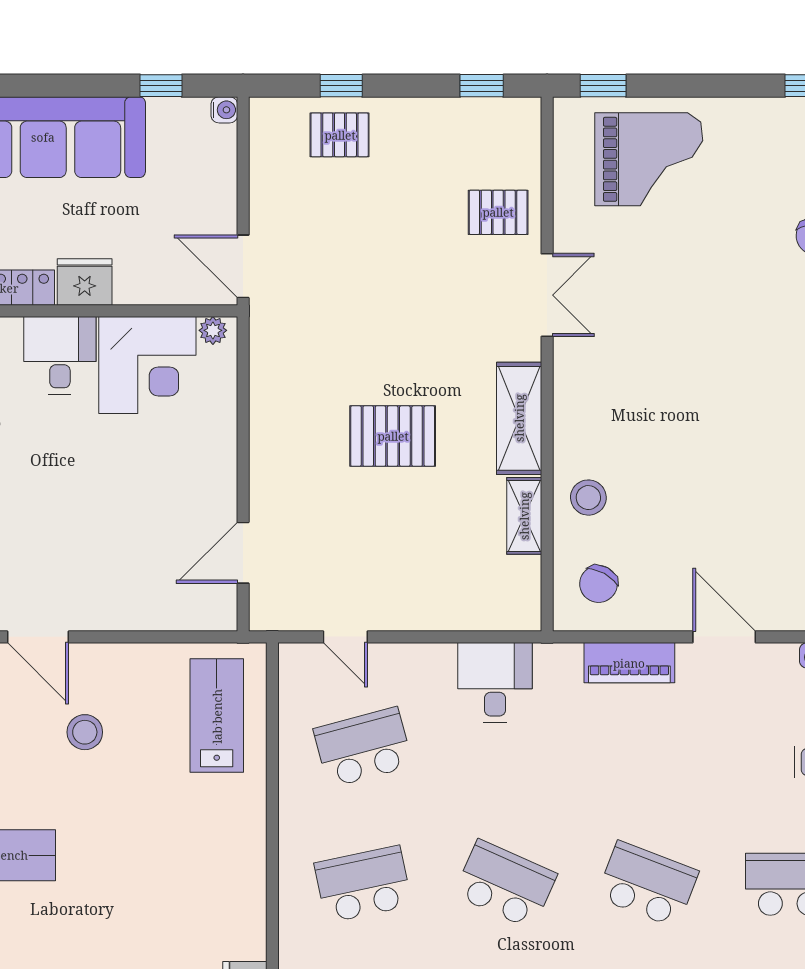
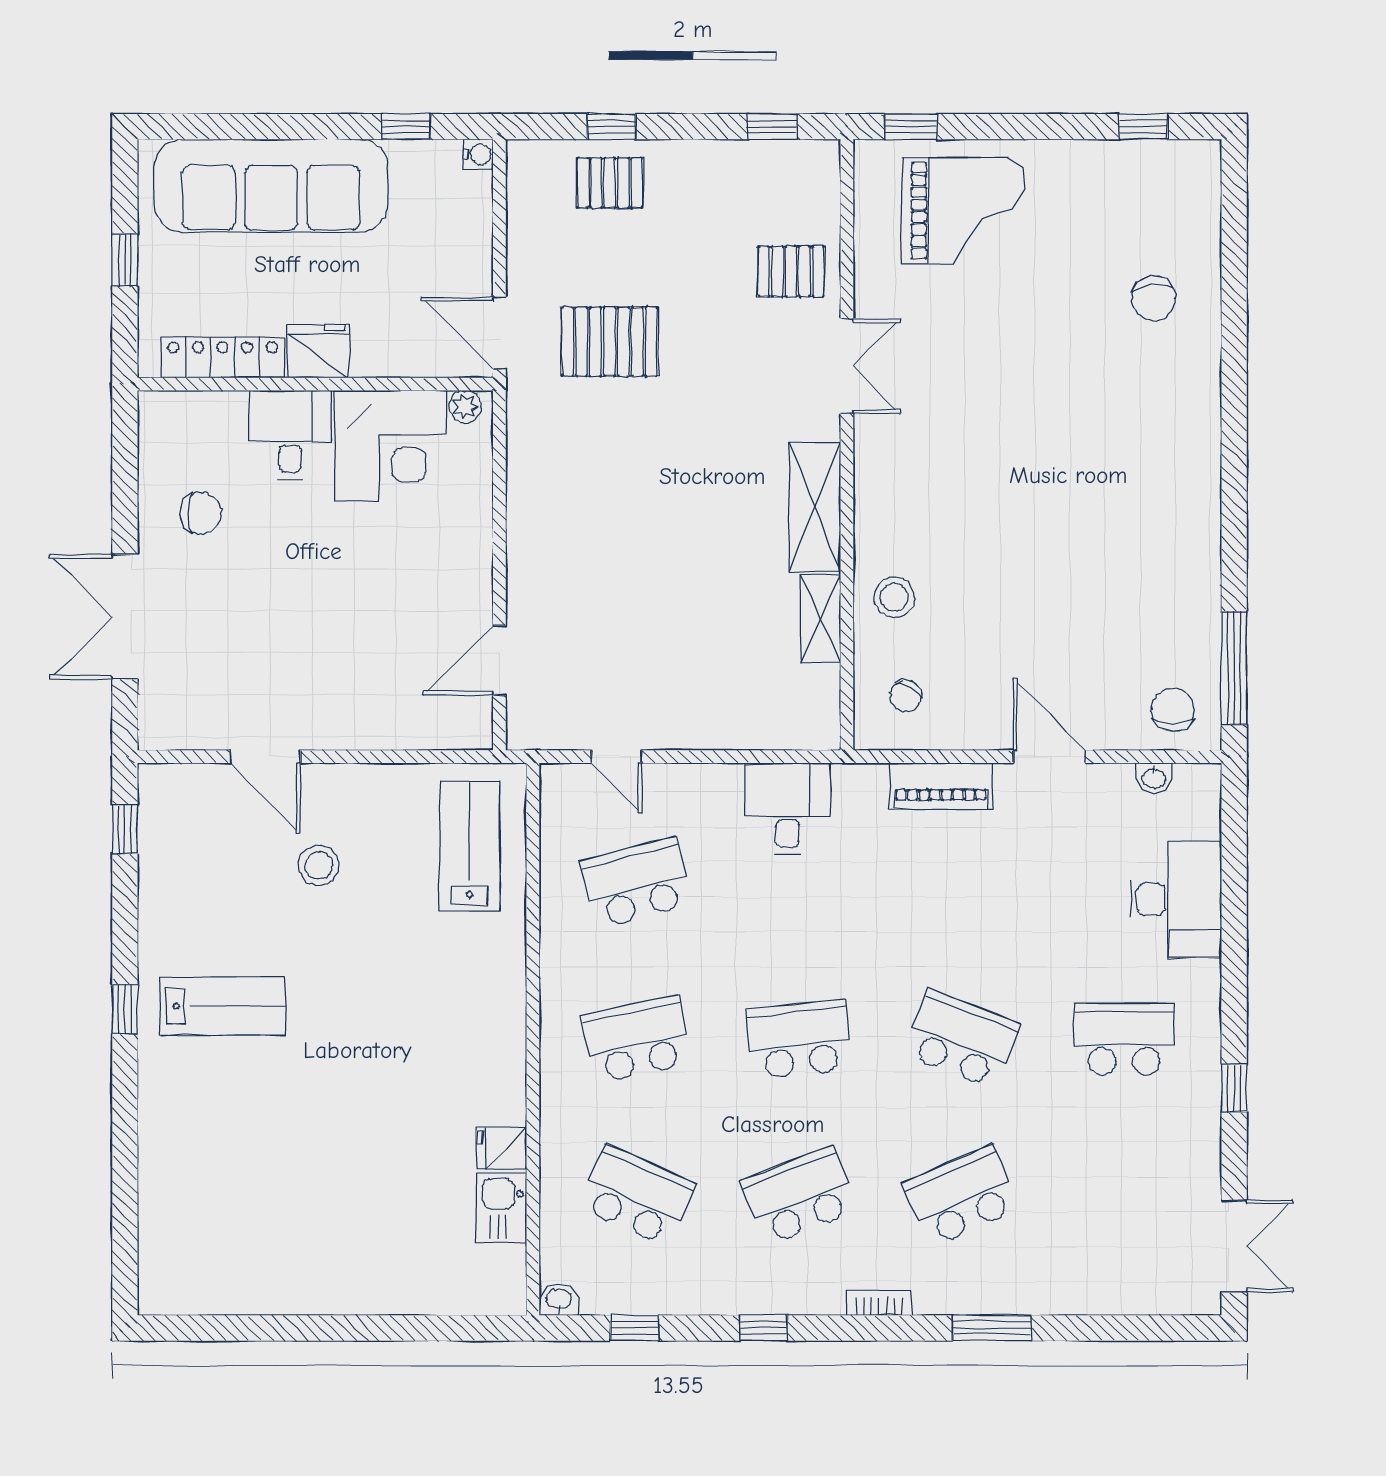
pallet: (393, 436) -> (609, 342), moved
chair: (599, 584) -> (906, 696), width x0.73, depth x0.73
school desk: (505, 884) -> (799, 1039), turned -30

